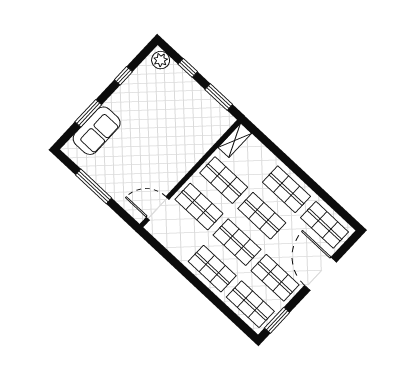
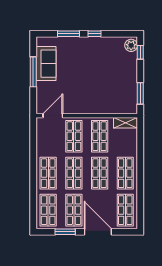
window: (188, 68) -> (140, 52), moved
window: (123, 76) -> (95, 34), moved
sofa: (97, 131) -> (46, 64), moved, turned -90
door: (158, 208) -> (53, 116), hinge flipped
door: (321, 274) -> (98, 232), hinge flipped
window: (277, 320) -> (65, 232), moved

